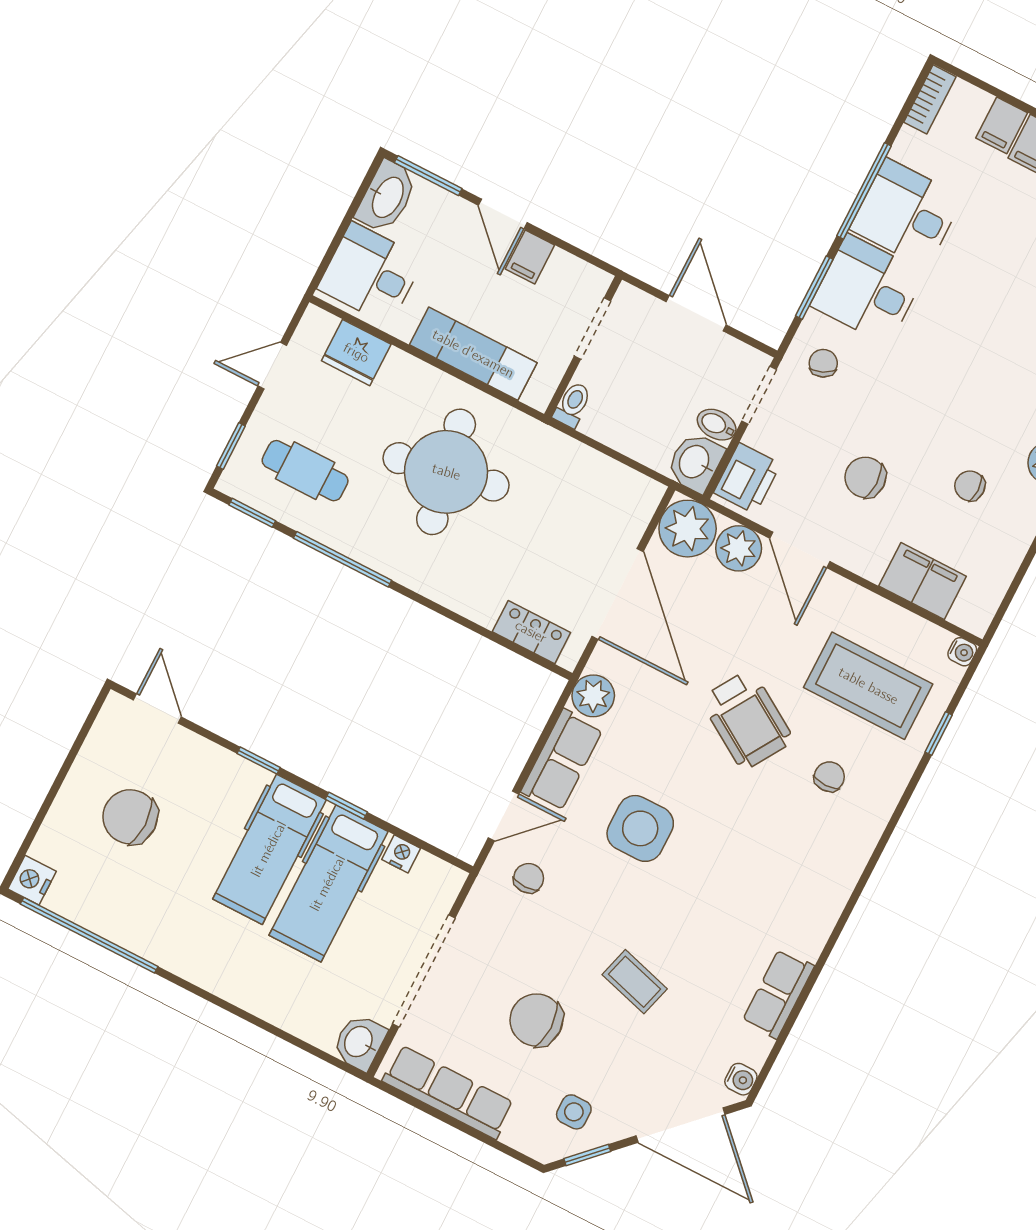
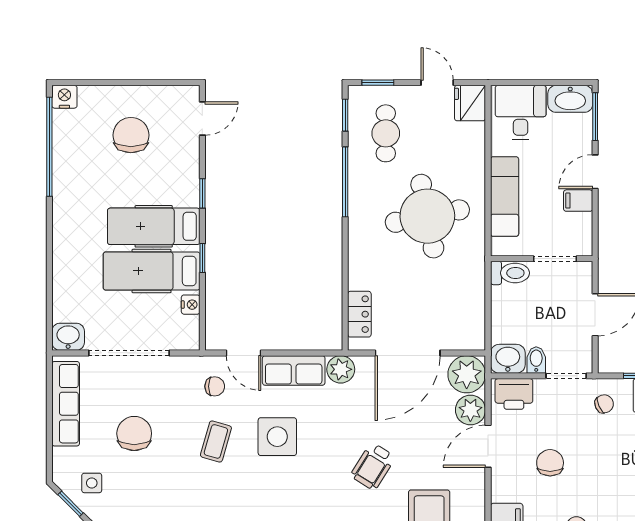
fridge: (356, 353) -> (470, 103), moved
toilet: (572, 405) -> (510, 273), width x1.37, depth x1.39
wheelchair: (747, 720) -> (373, 466), width x0.73, depth x0.73
coffee table: (635, 982) -> (216, 441), moved

